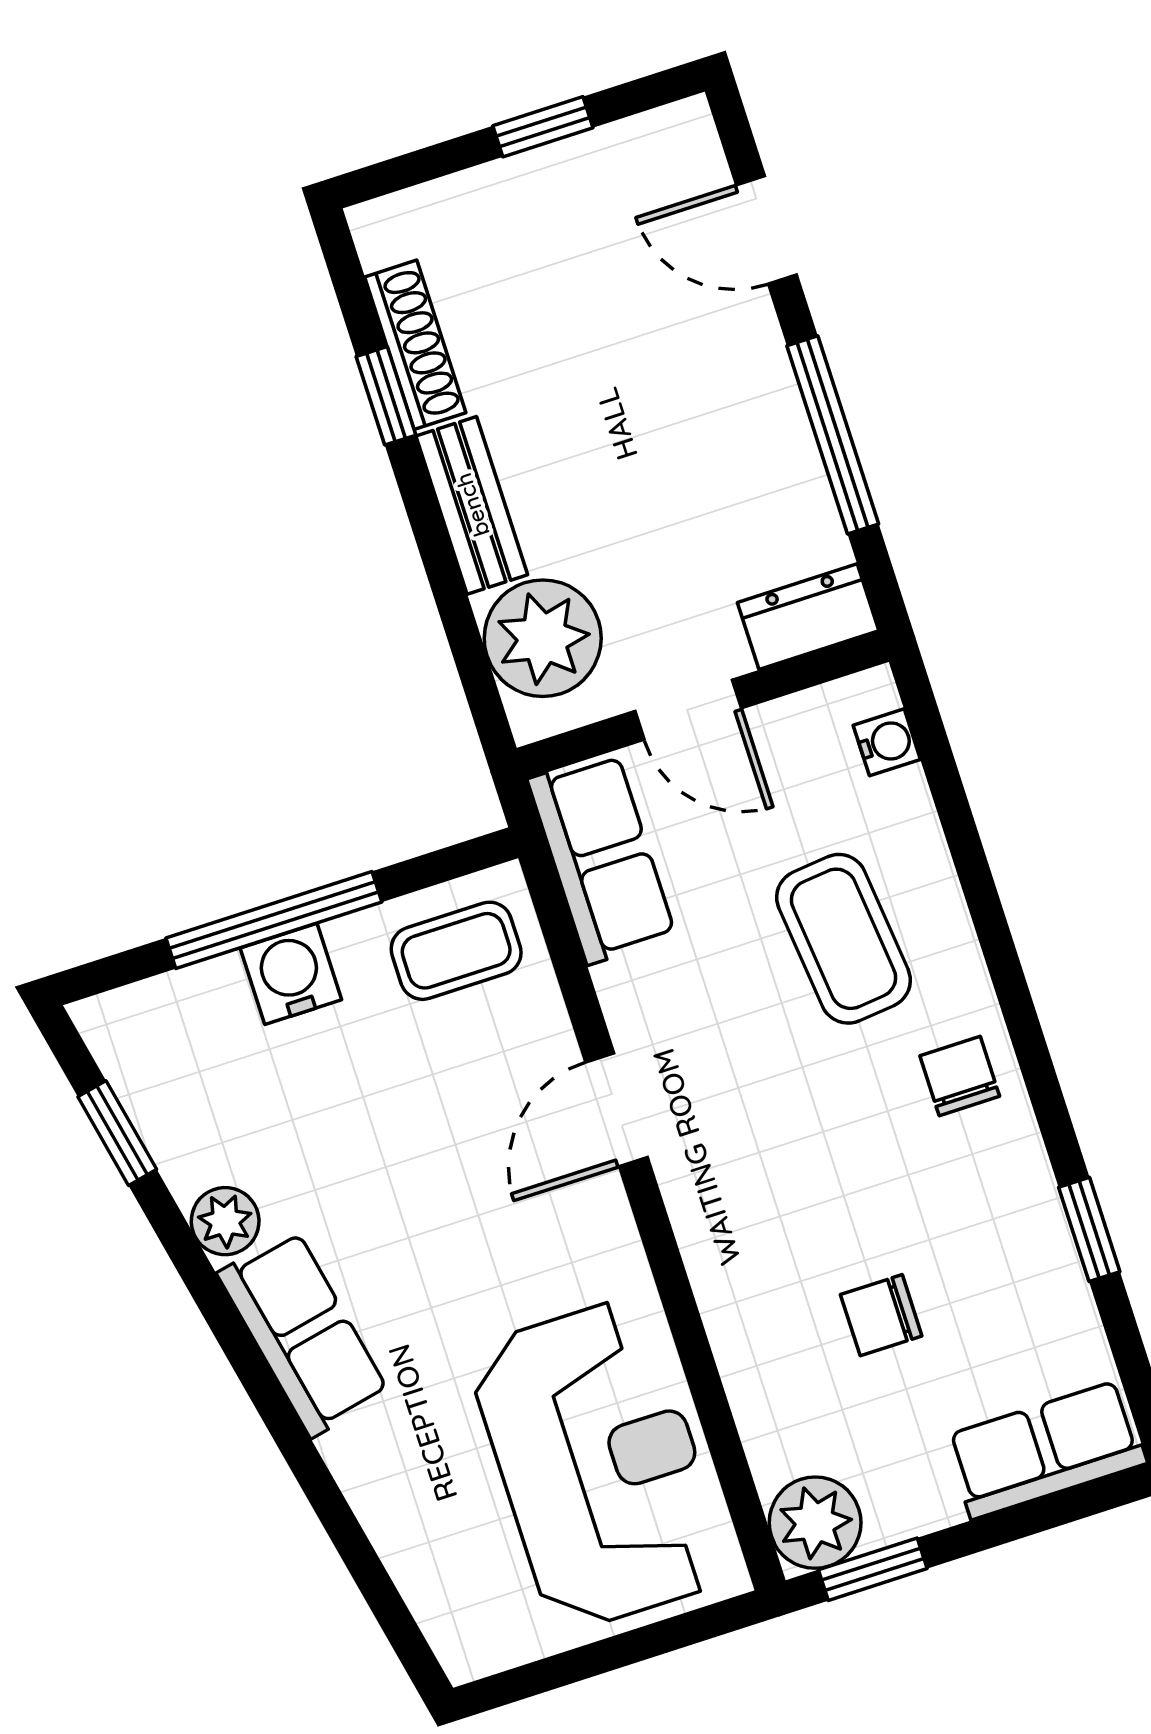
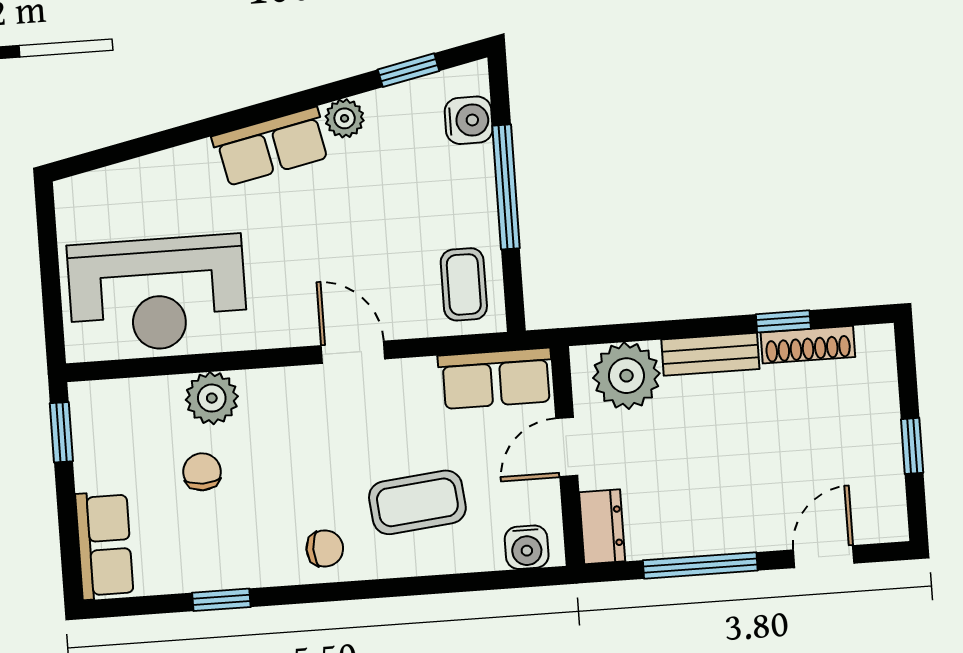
water cooler: (887, 742) -> (527, 547), width x1.38, depth x1.38
water cooler: (291, 974) -> (469, 120), moved
plant: (815, 1523) -> (212, 398), moved

